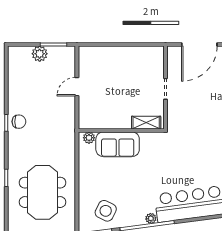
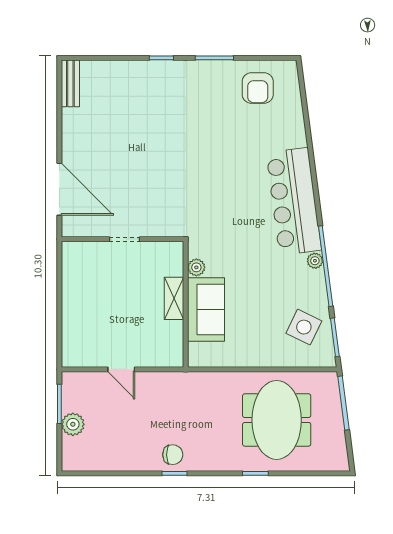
chair: (19, 122) -> (173, 455), turned 90
shelving: (146, 123) -> (174, 298), moved
plant: (89, 138) -> (196, 267), moved
meeting table: (42, 192) -> (277, 420), turned 90

